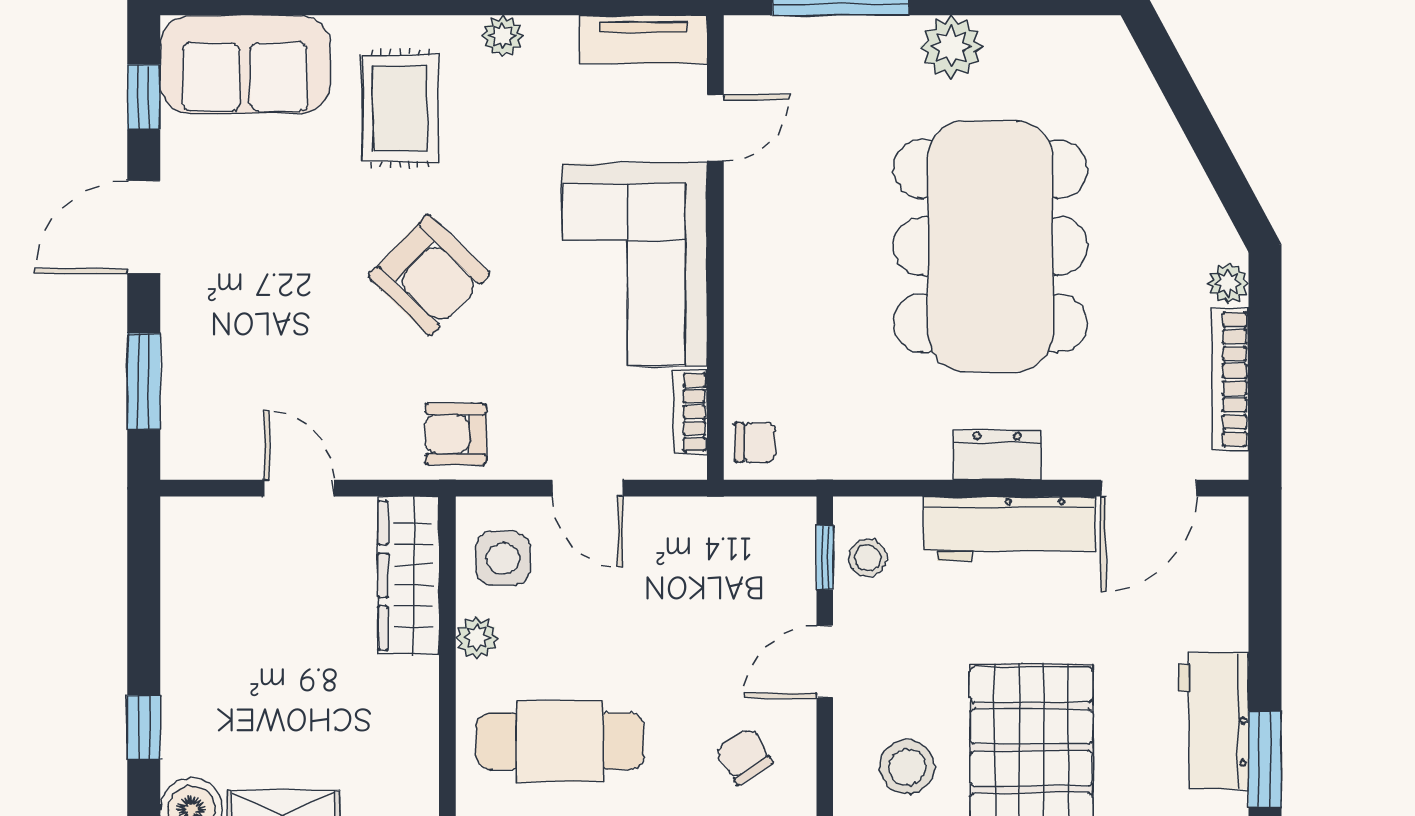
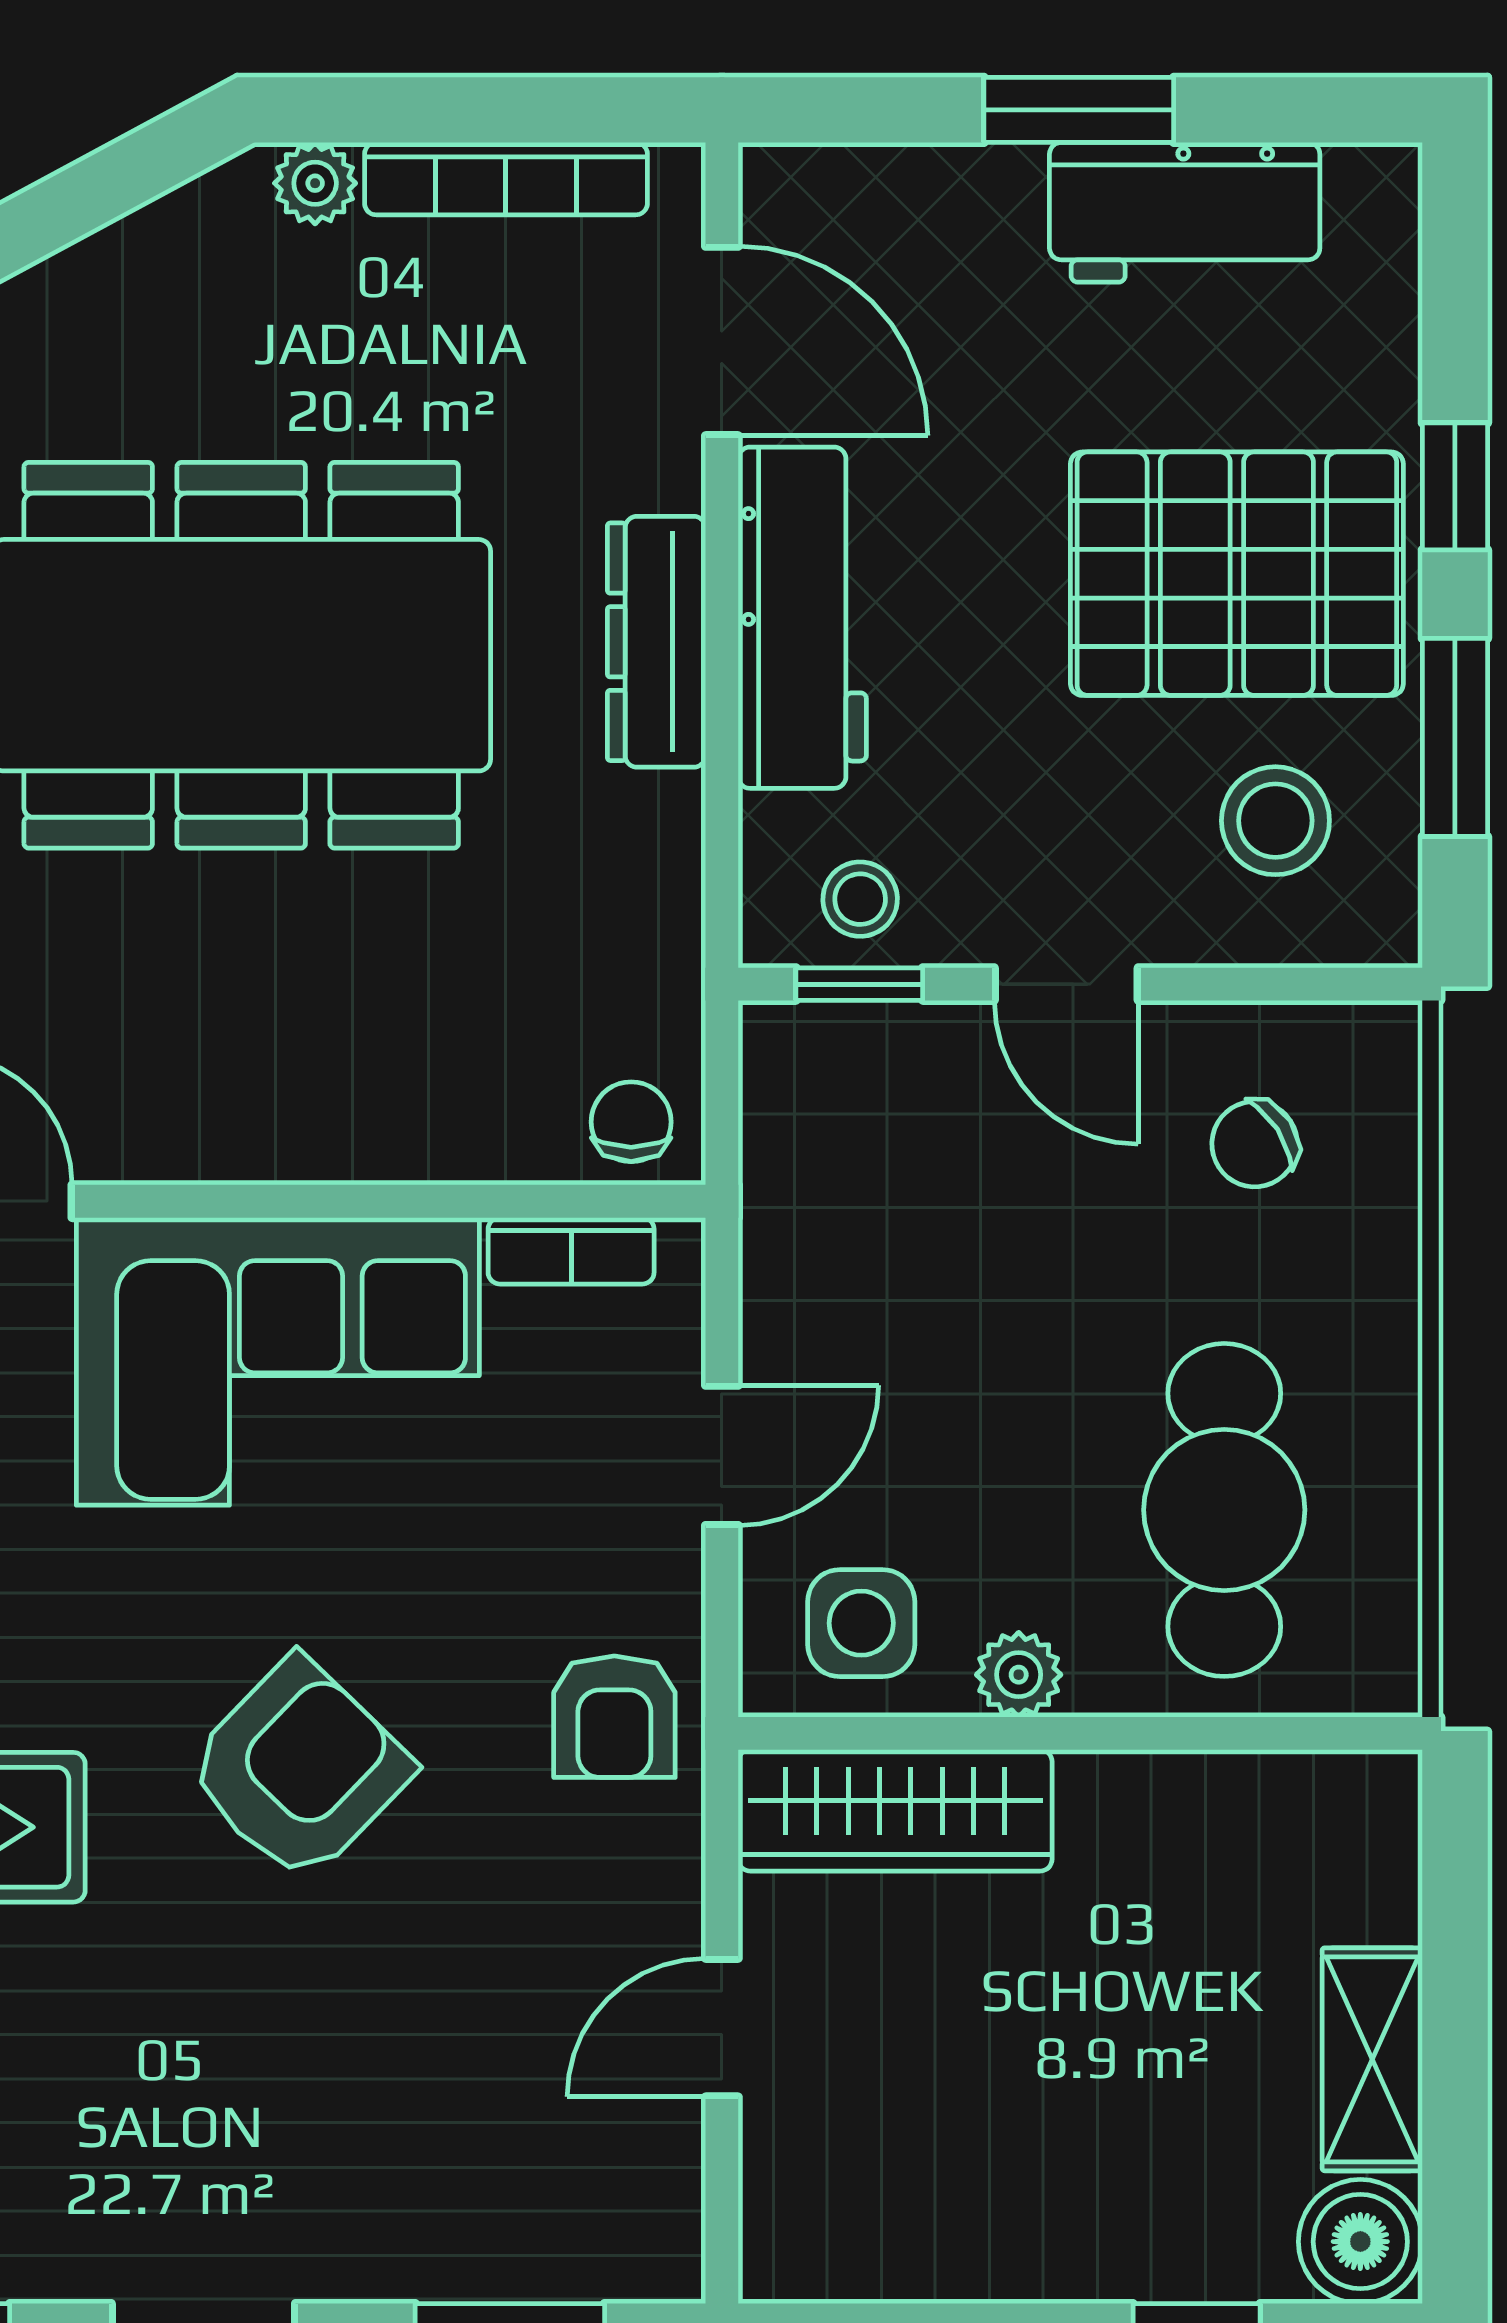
dresser: (997, 455) -> (657, 642), width x1.44
window: (1265, 759) -> (1079, 110), moved

